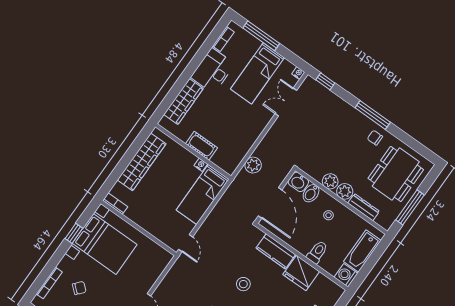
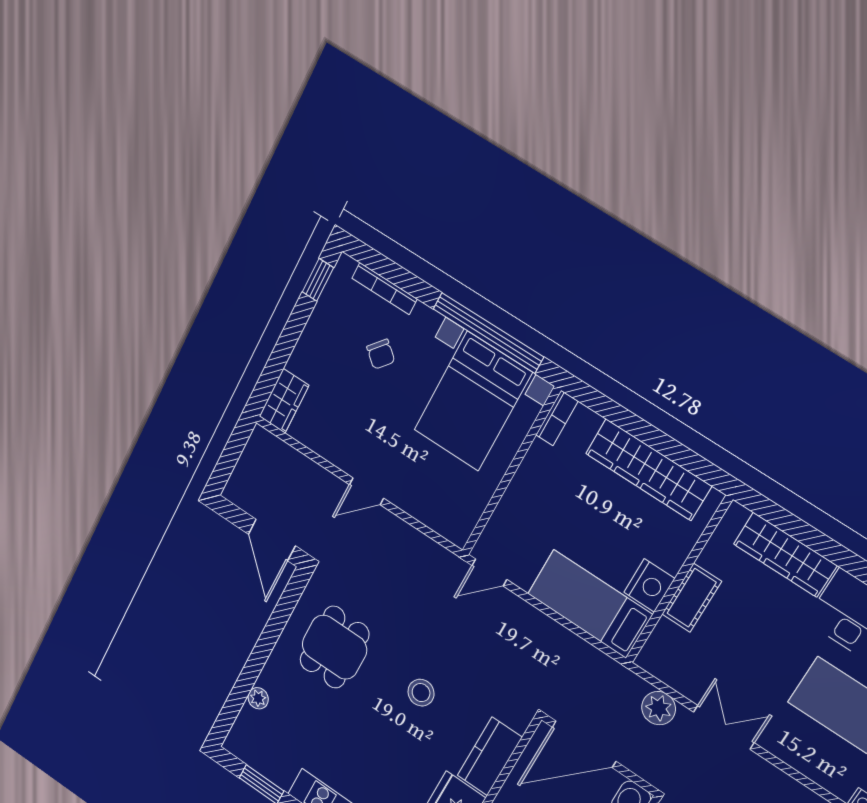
double door: (286, 102) -> (724, 727), moved
nightstand: (201, 165) -> (649, 585), width x1.89, depth x1.79
window: (74, 233) -> (488, 333), width x3.17

